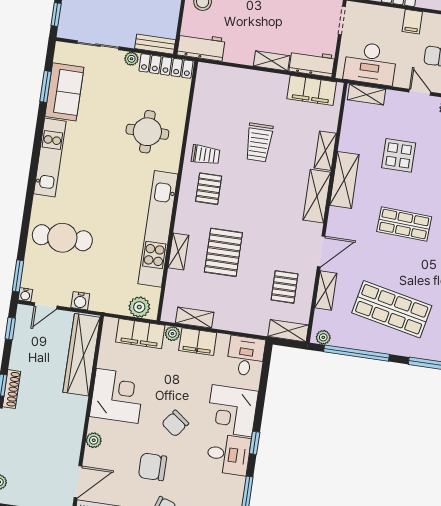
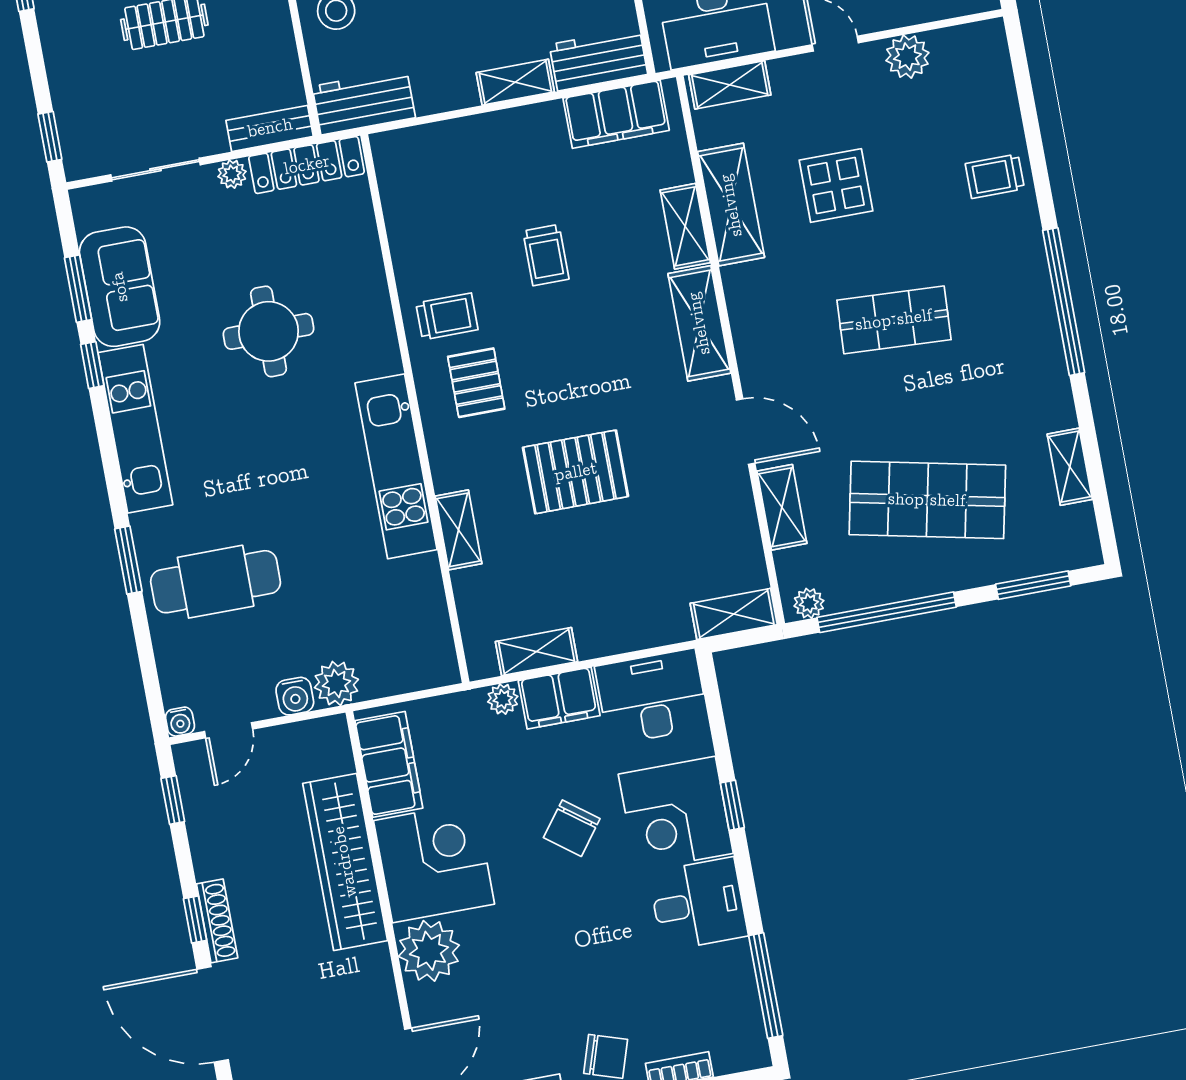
window: (40, 123) -> (92, 365), added
round table: (147, 132) -> (269, 331), moved
trolley: (259, 142) -> (546, 255), width x0.73, depth x0.72
shelving: (344, 180) -> (731, 205), moved
kitchen unit: (158, 229) -> (396, 466), width x0.73
door: (321, 251) -> (746, 432), hinge flipped
pallet: (223, 252) -> (576, 472), moved, turned 90
window: (18, 276) -> (128, 560), moved
pallet: (285, 287) -> (696, 528), removed
plant: (139, 307) -> (336, 683), moved
filing cabinet: (140, 334) -> (389, 764), moved, turned -90
wardrobe: (82, 355) -> (345, 862), moved
desk: (246, 356) -> (652, 697), width x1.37
chair: (175, 423) -> (572, 828), moved
plant: (94, 440) -> (429, 951), width x1.87, depth x1.87
window: (255, 443) -> (732, 805), moved
chair: (152, 467) -> (554, 981), removed

